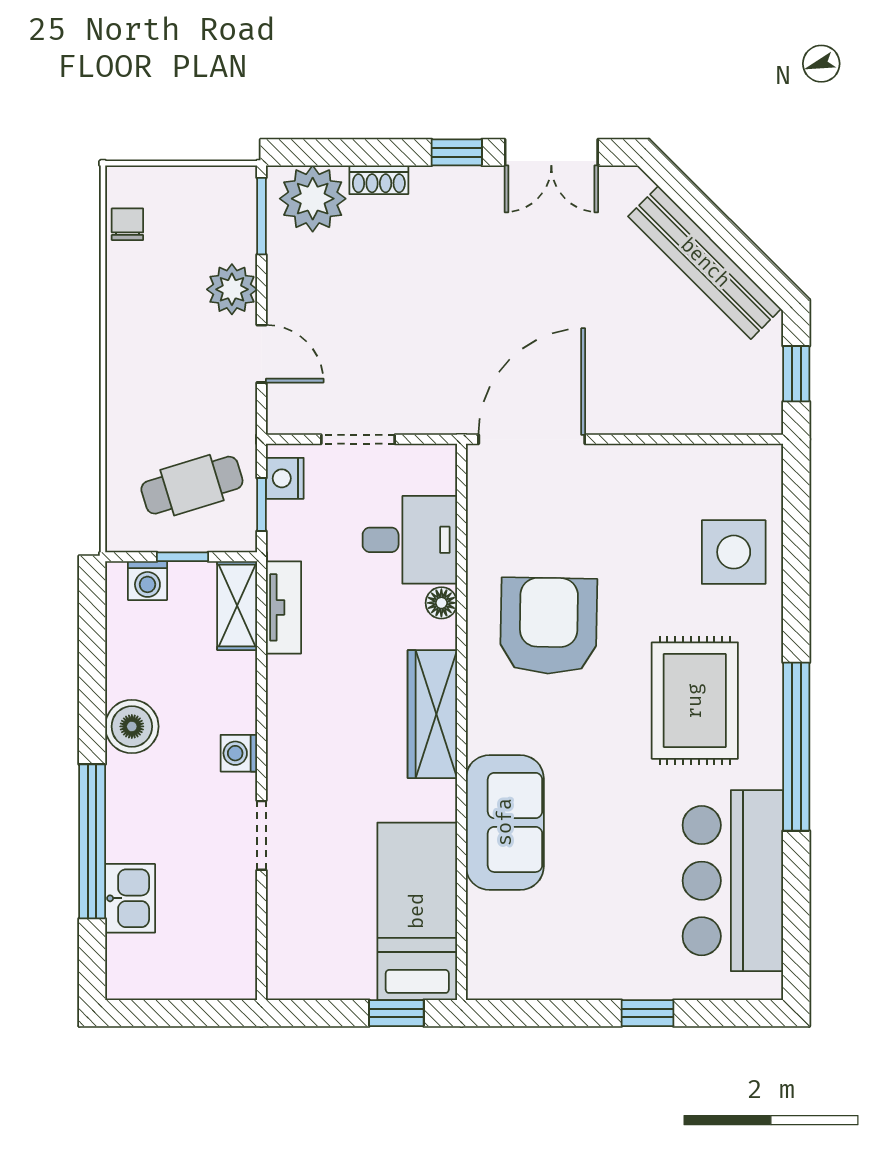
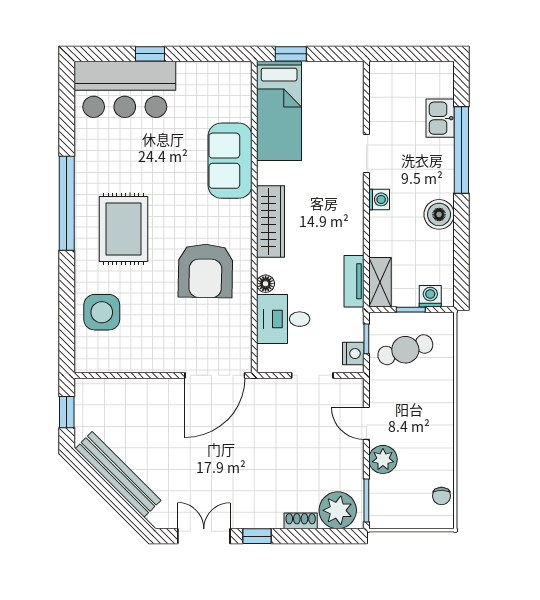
bar counter: (733, 881) -> (125, 89), moved, turned 90

